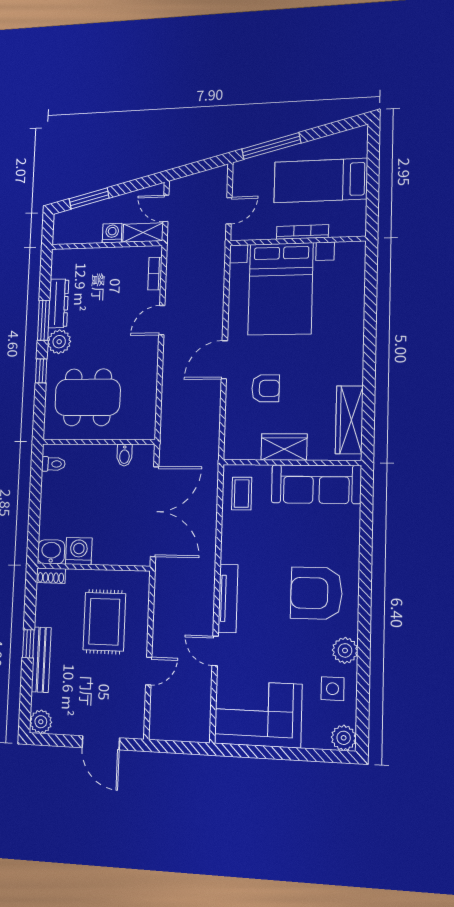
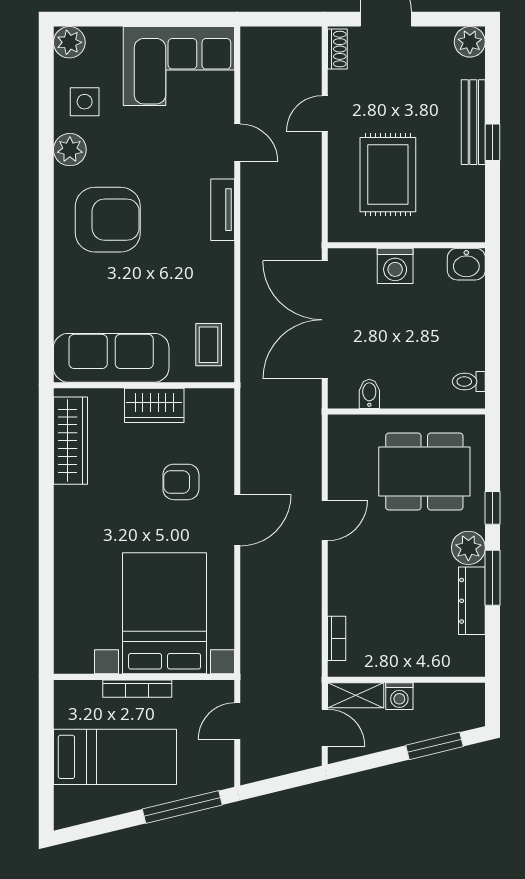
door: (162, 320) -> (325, 521), moved
washing machine: (79, 551) -> (395, 266), moved
shoe rack: (51, 576) -> (337, 49), moved, turned 90
tv unit: (228, 598) -> (223, 210), width x0.71

